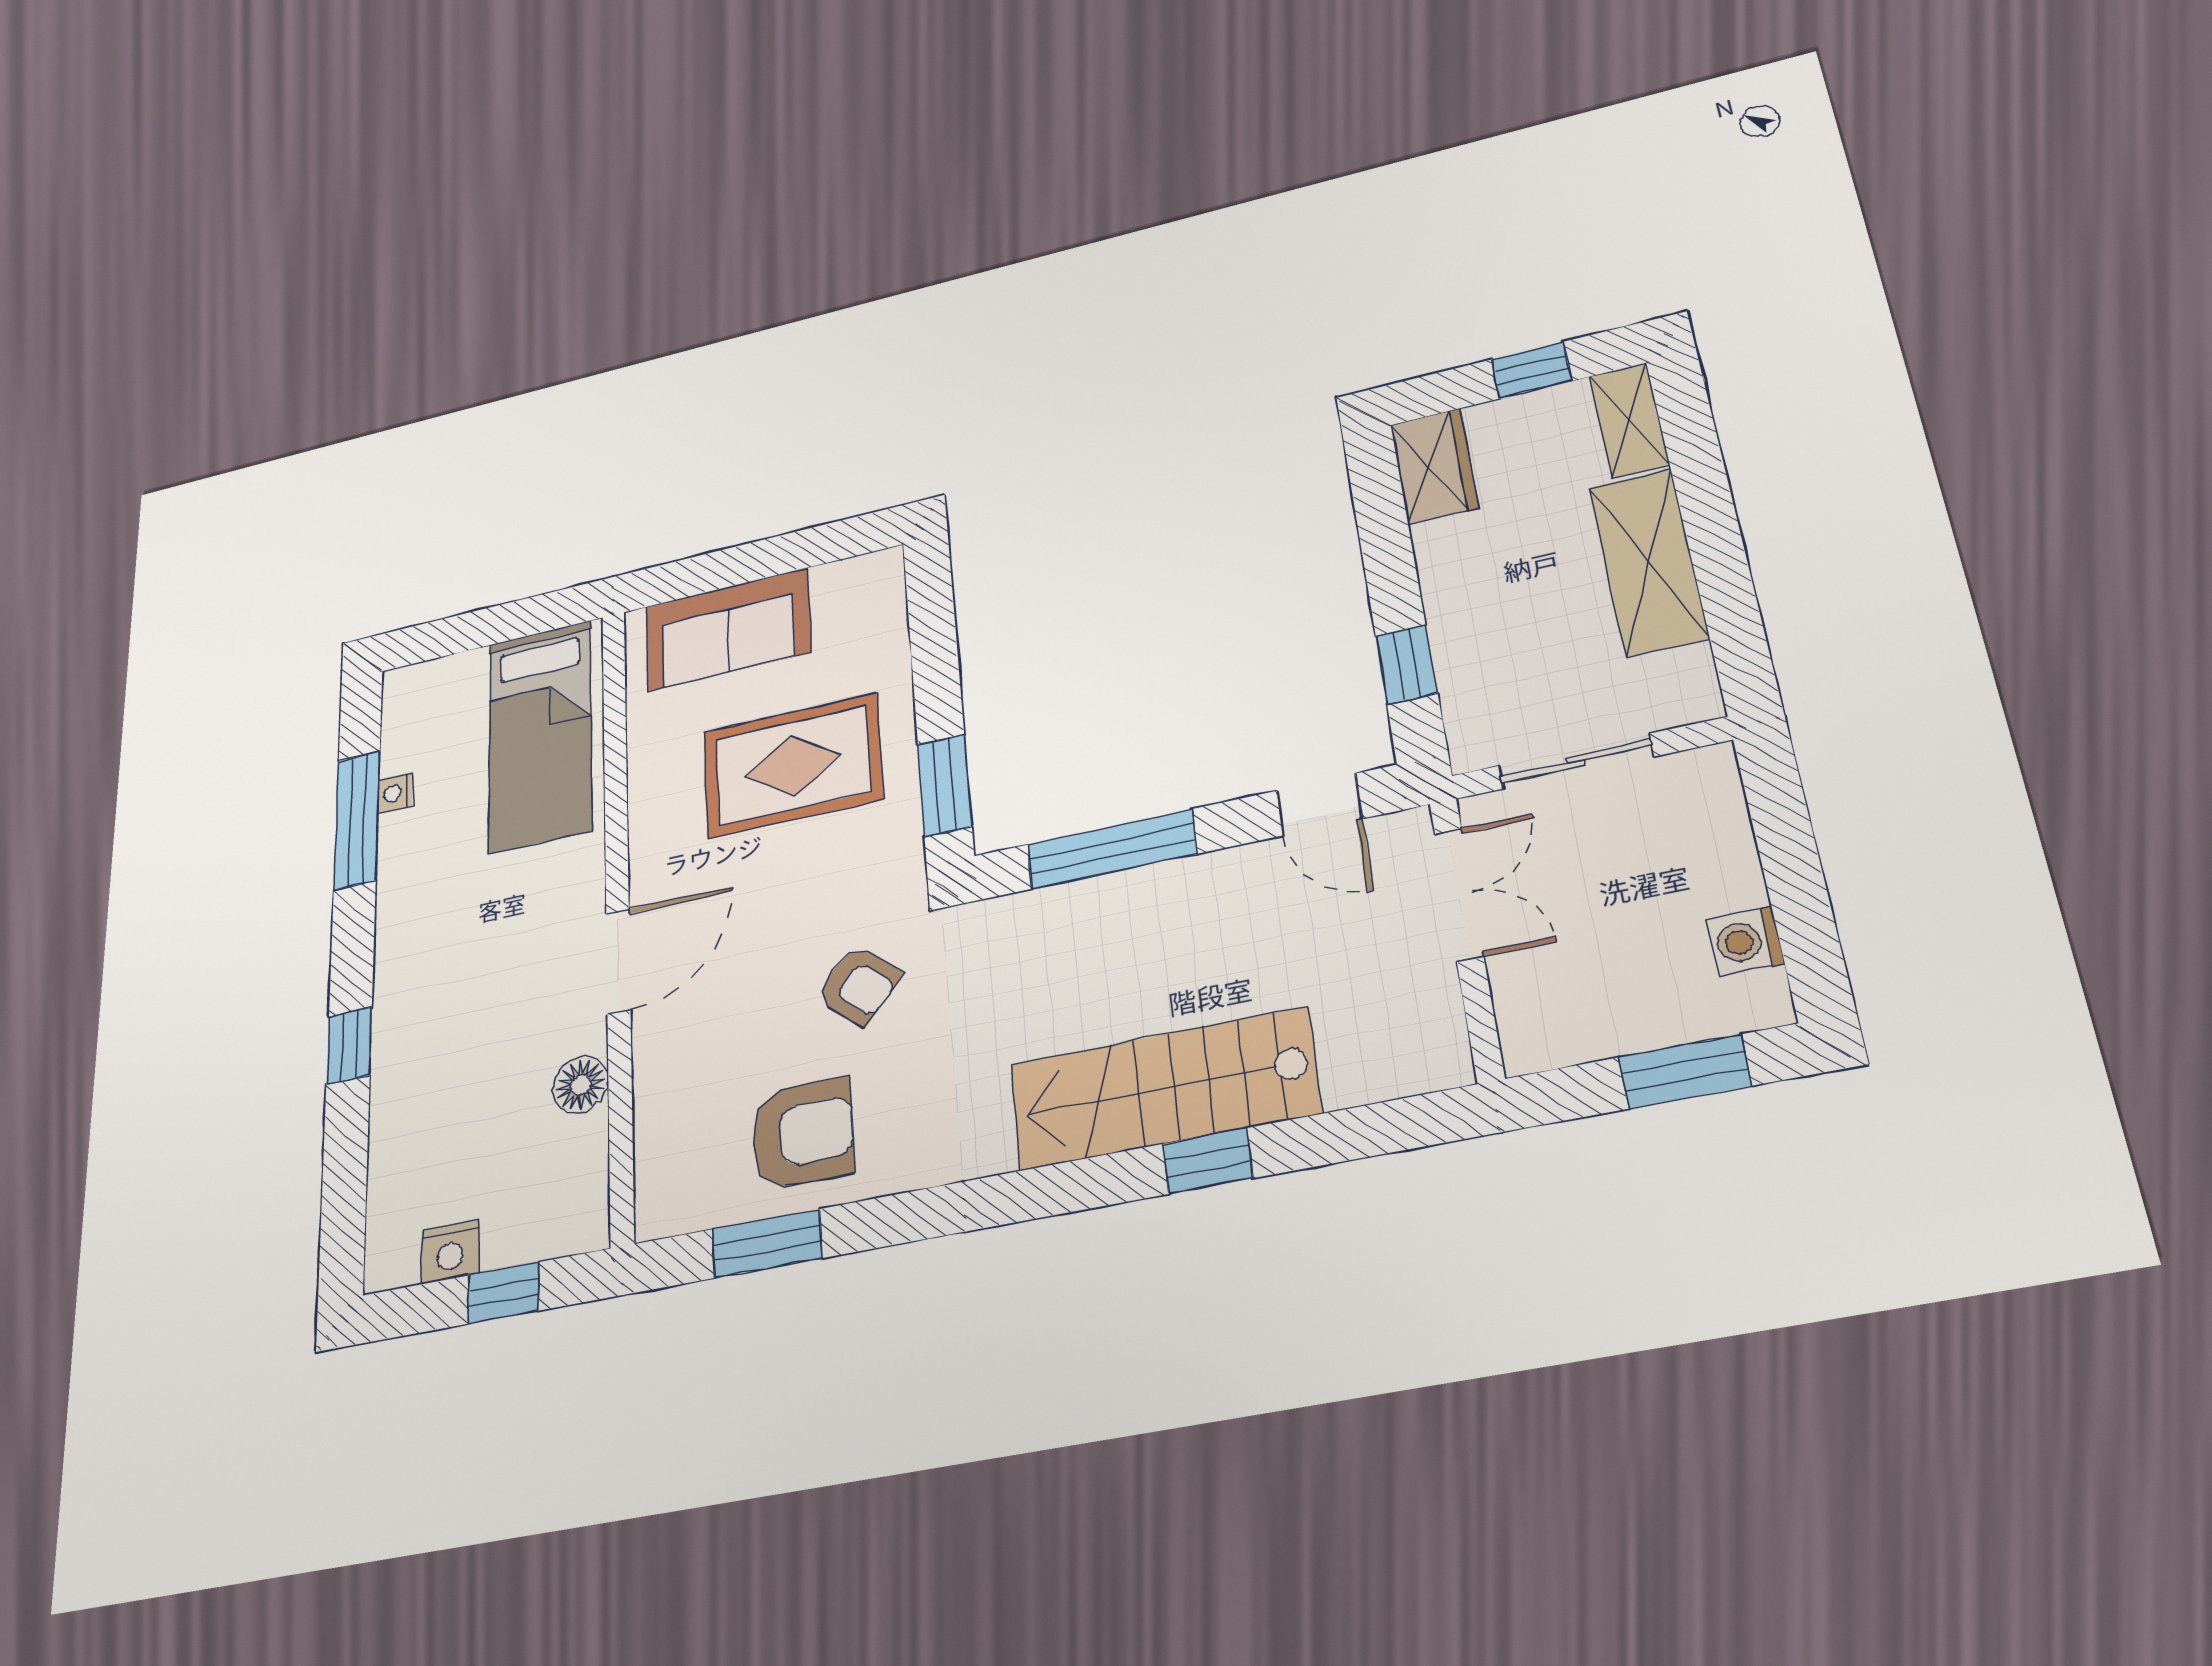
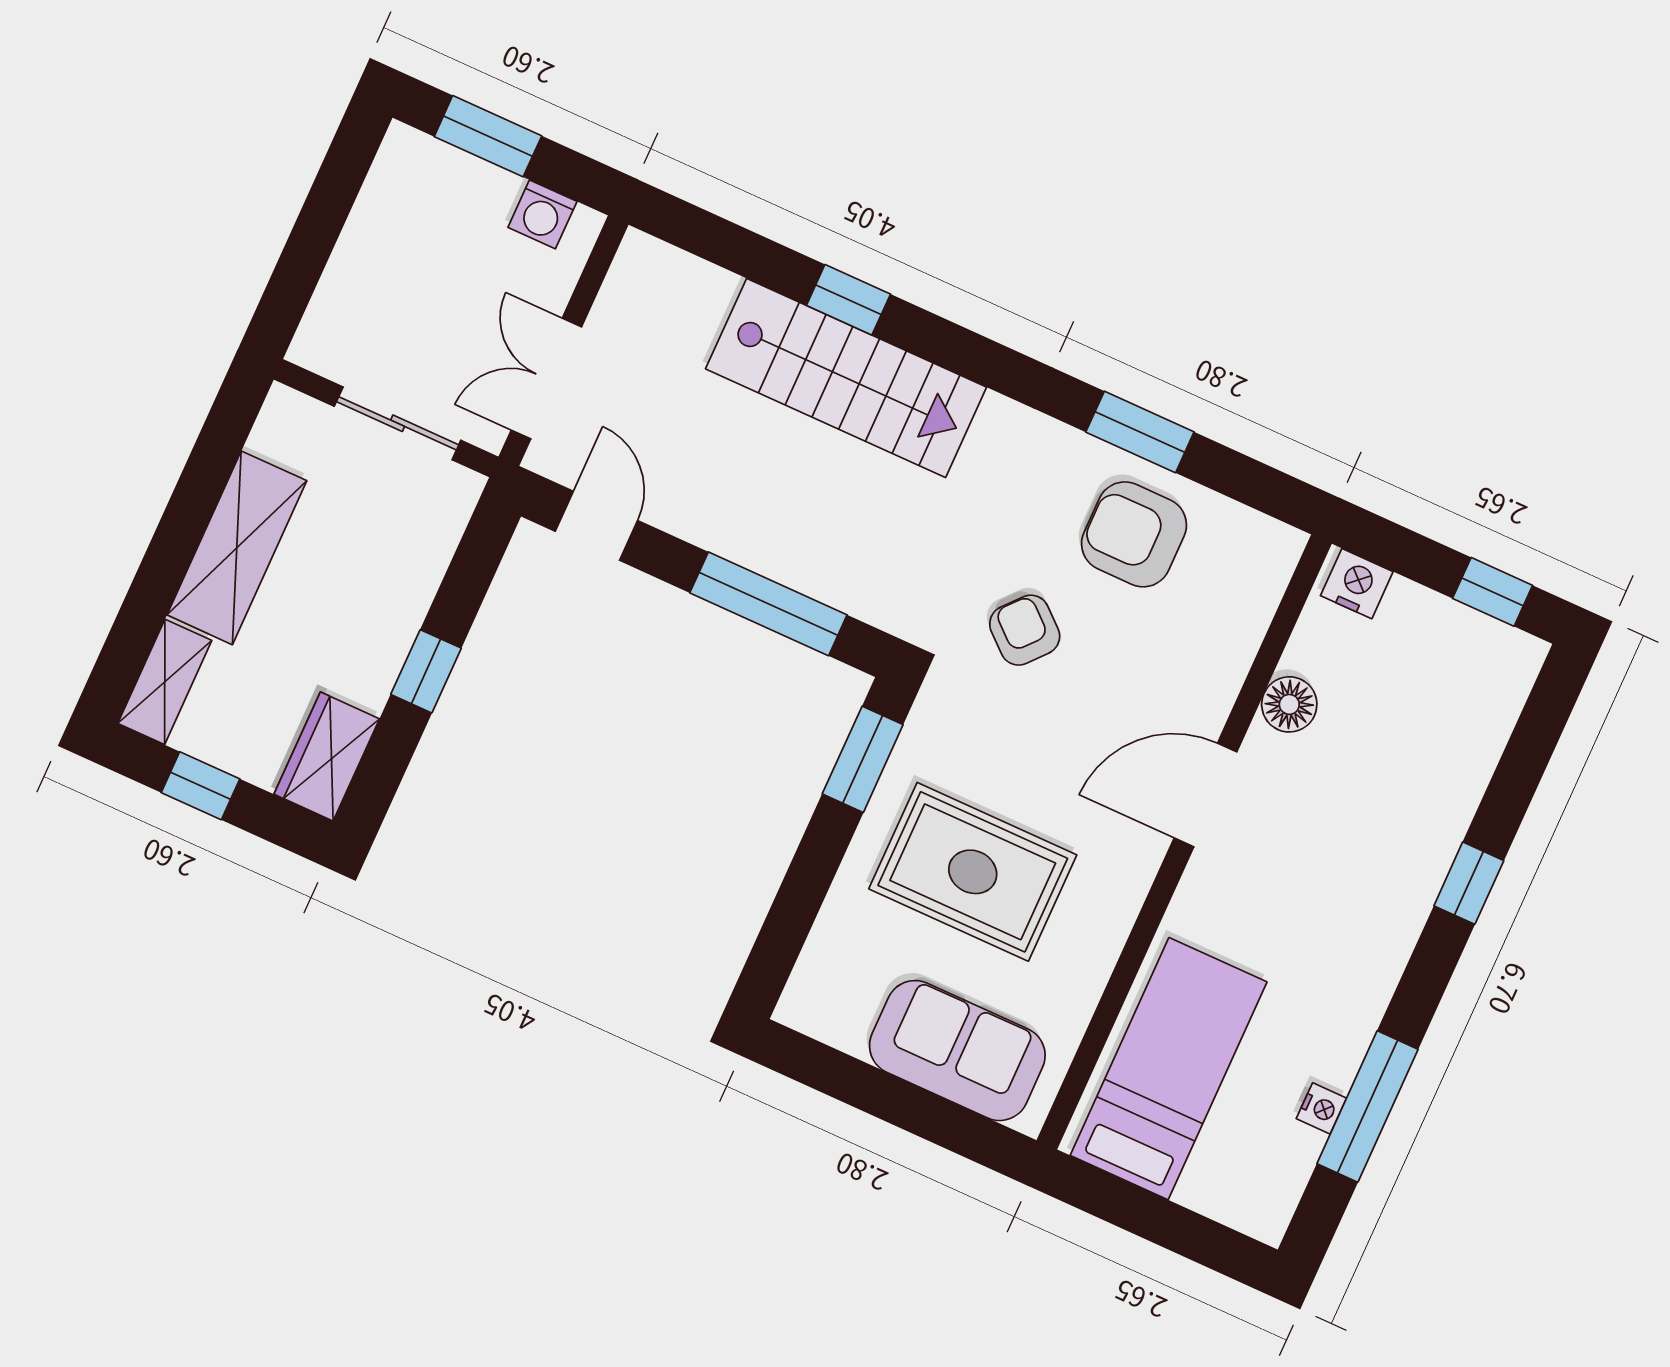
window: (1406, 664) -> (426, 671), moved
washing machine: (1746, 941) -> (542, 214), moved, turned 90
window: (767, 1243) -> (1140, 432), moved
nightstand: (450, 1252) -> (1357, 584), moved
window: (504, 1293) -> (1493, 592), moved

